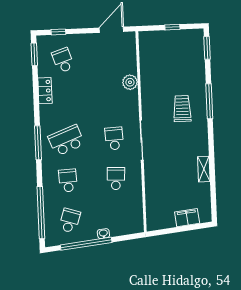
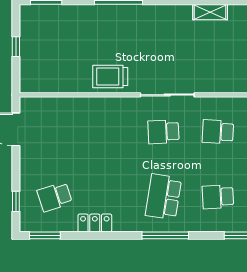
plant: (130, 82) -> (88, 107), removed
trolley: (182, 109) -> (110, 76), moved
school desk: (66, 140) -> (163, 197), turned 30

